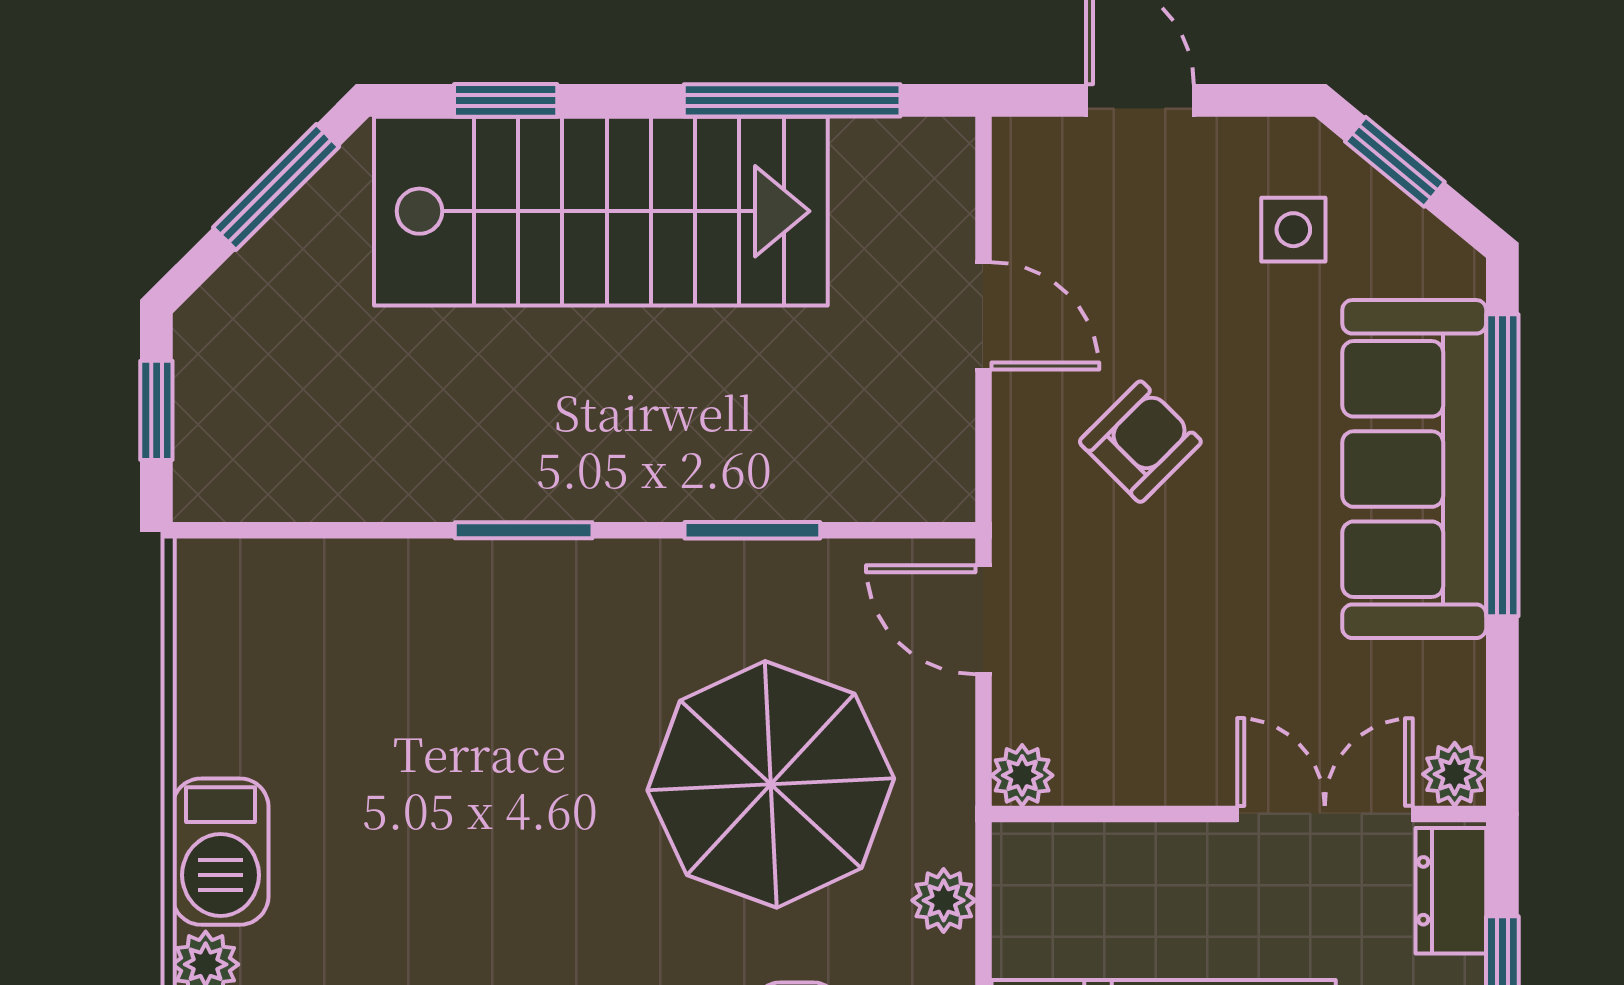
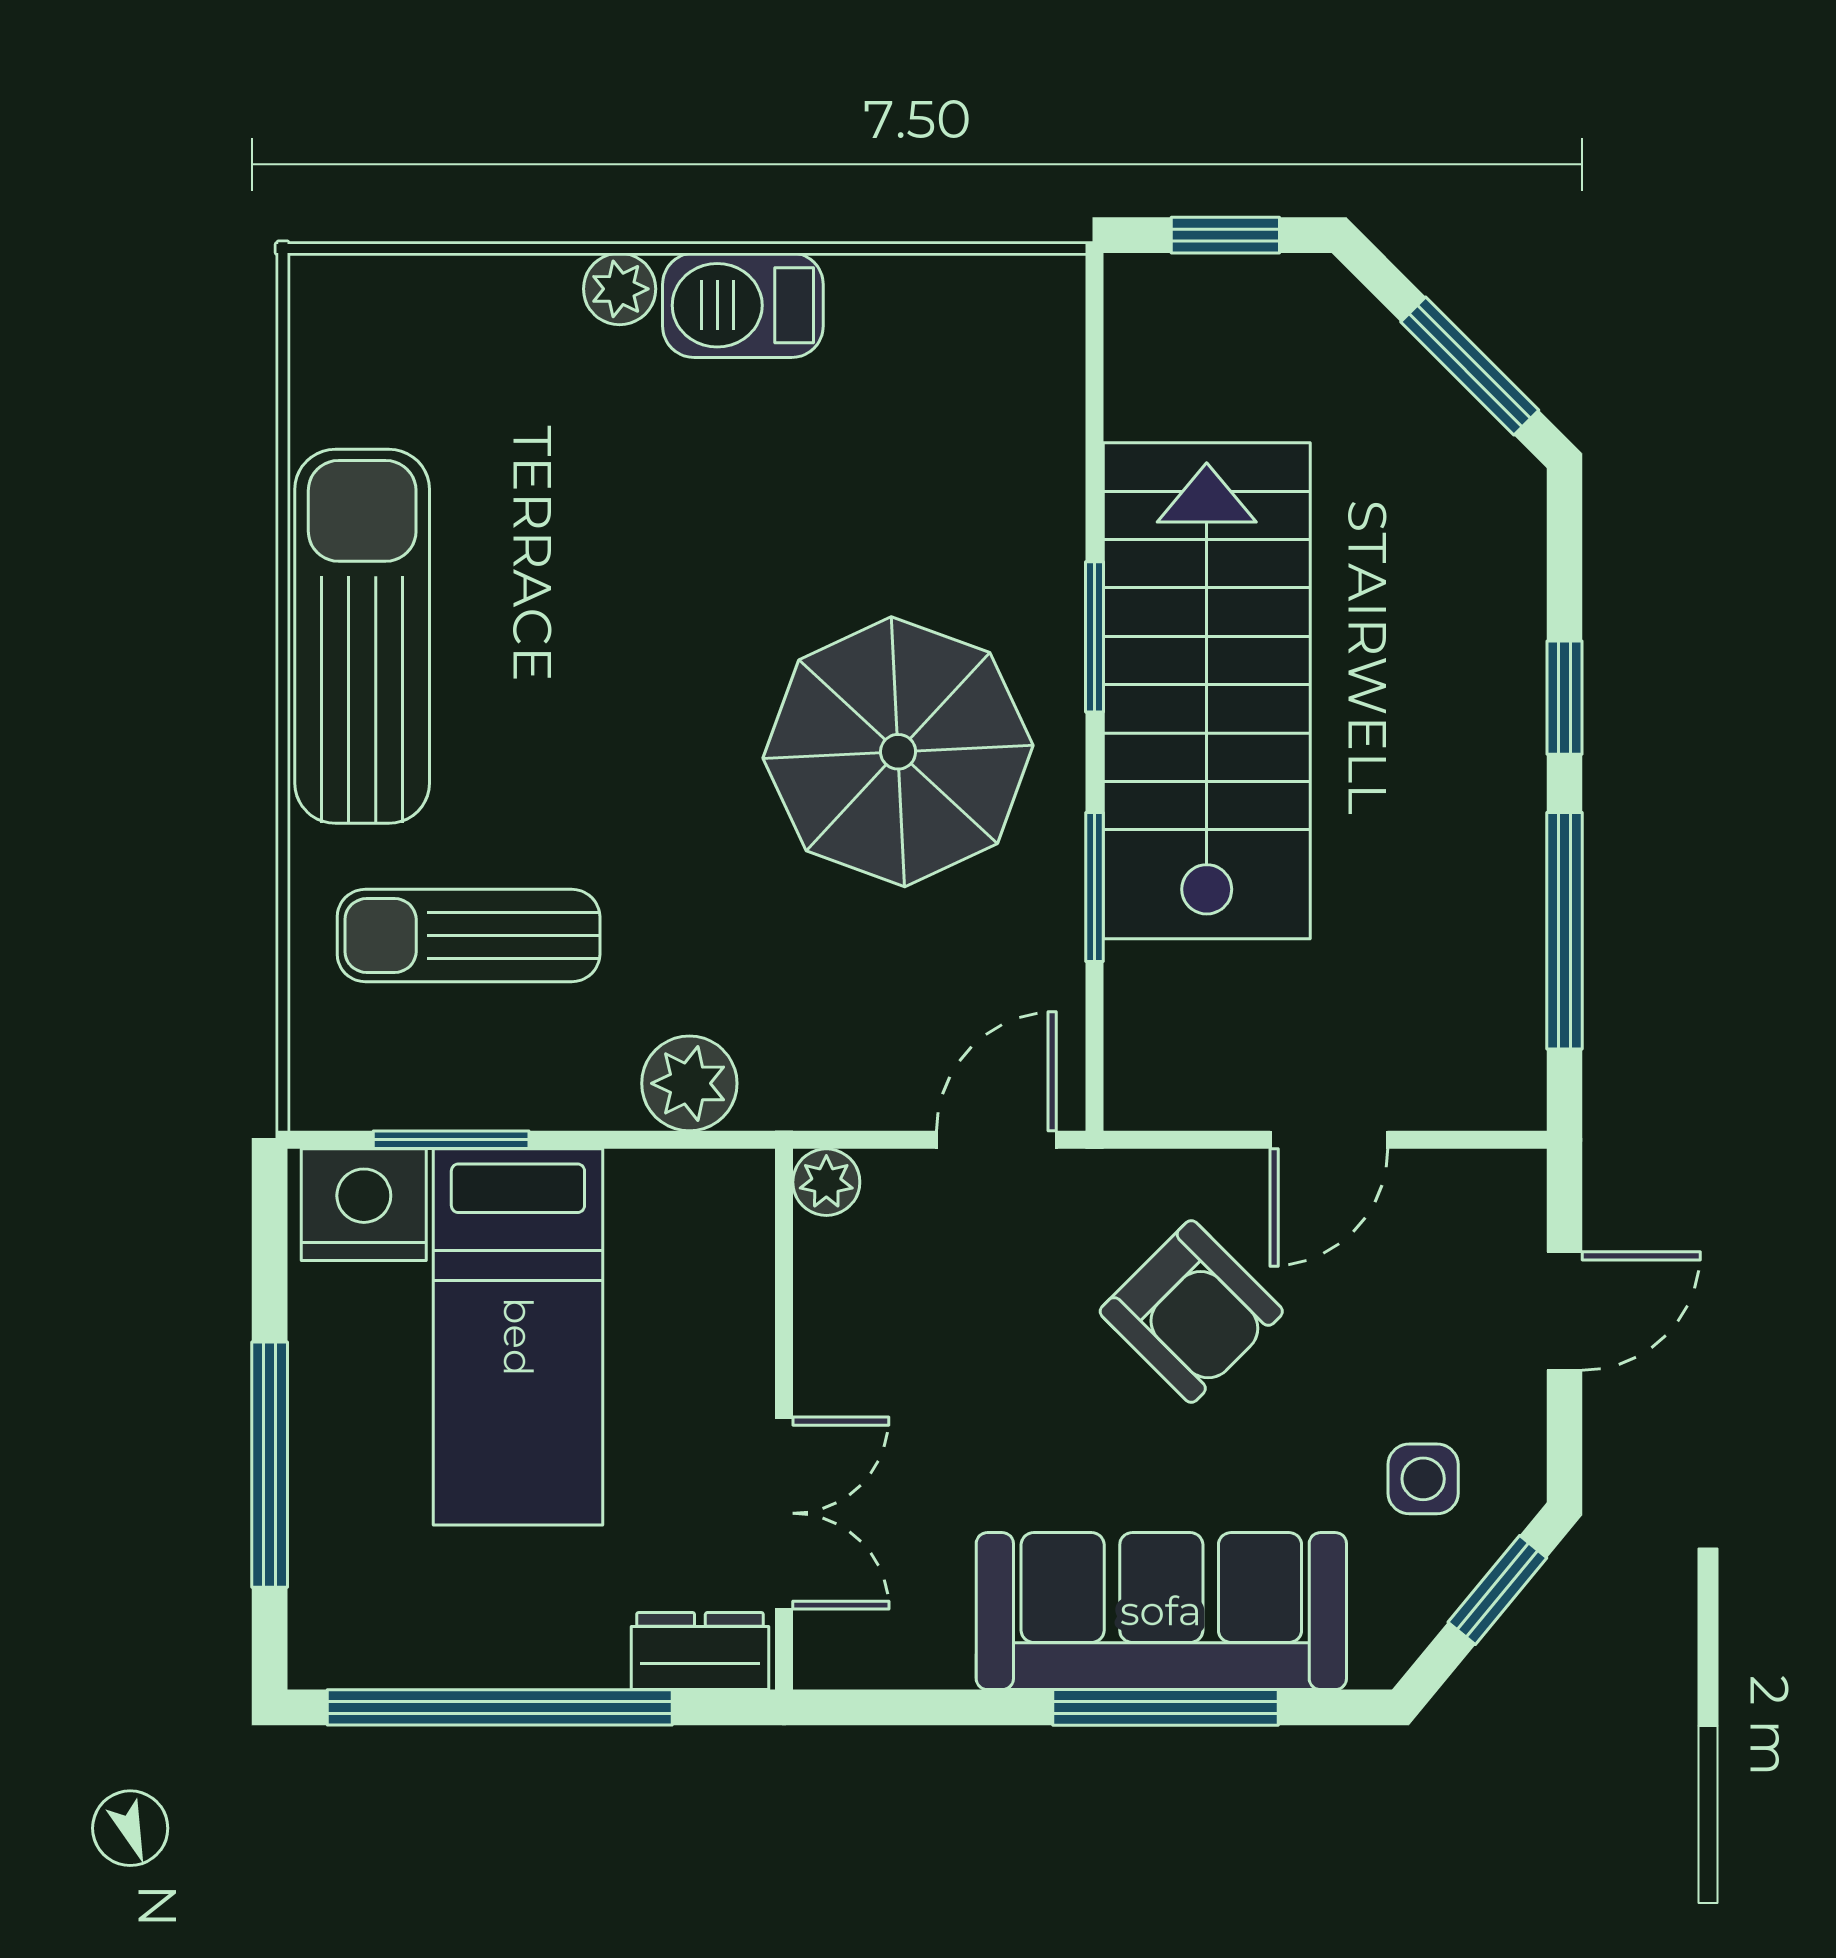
window: (506, 100) -> (1564, 698), moved
stairs: (601, 211) -> (1207, 691), moved, turned 180
armchair: (1140, 442) -> (1191, 1311), width x1.38, depth x1.38
window: (1502, 465) -> (1165, 1707), width x0.68
plant: (1455, 774) -> (827, 1655), removed
parasol: (771, 784) -> (898, 752), moved
plant: (944, 900) -> (689, 1083), width x1.38, depth x1.38

